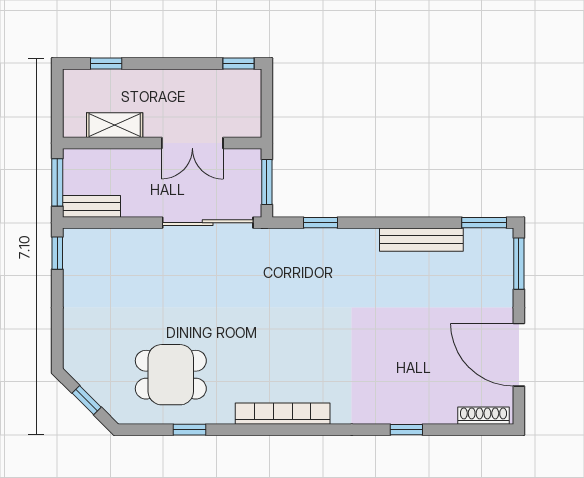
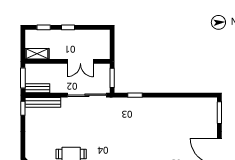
window: (239, 63) -> (68, 27), moved
shelving: (115, 125) -> (37, 54), moved
window: (484, 223) -> (205, 95), removed
bench: (421, 240) -> (43, 102), moved

